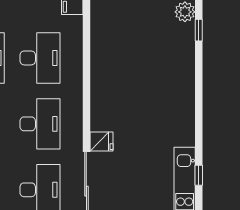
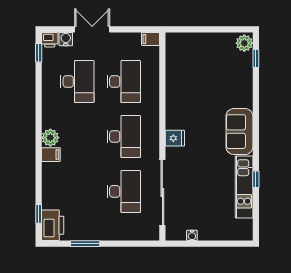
sofa: (179, 118) -> (239, 132), added
fridge: (102, 142) -> (175, 138), moved

